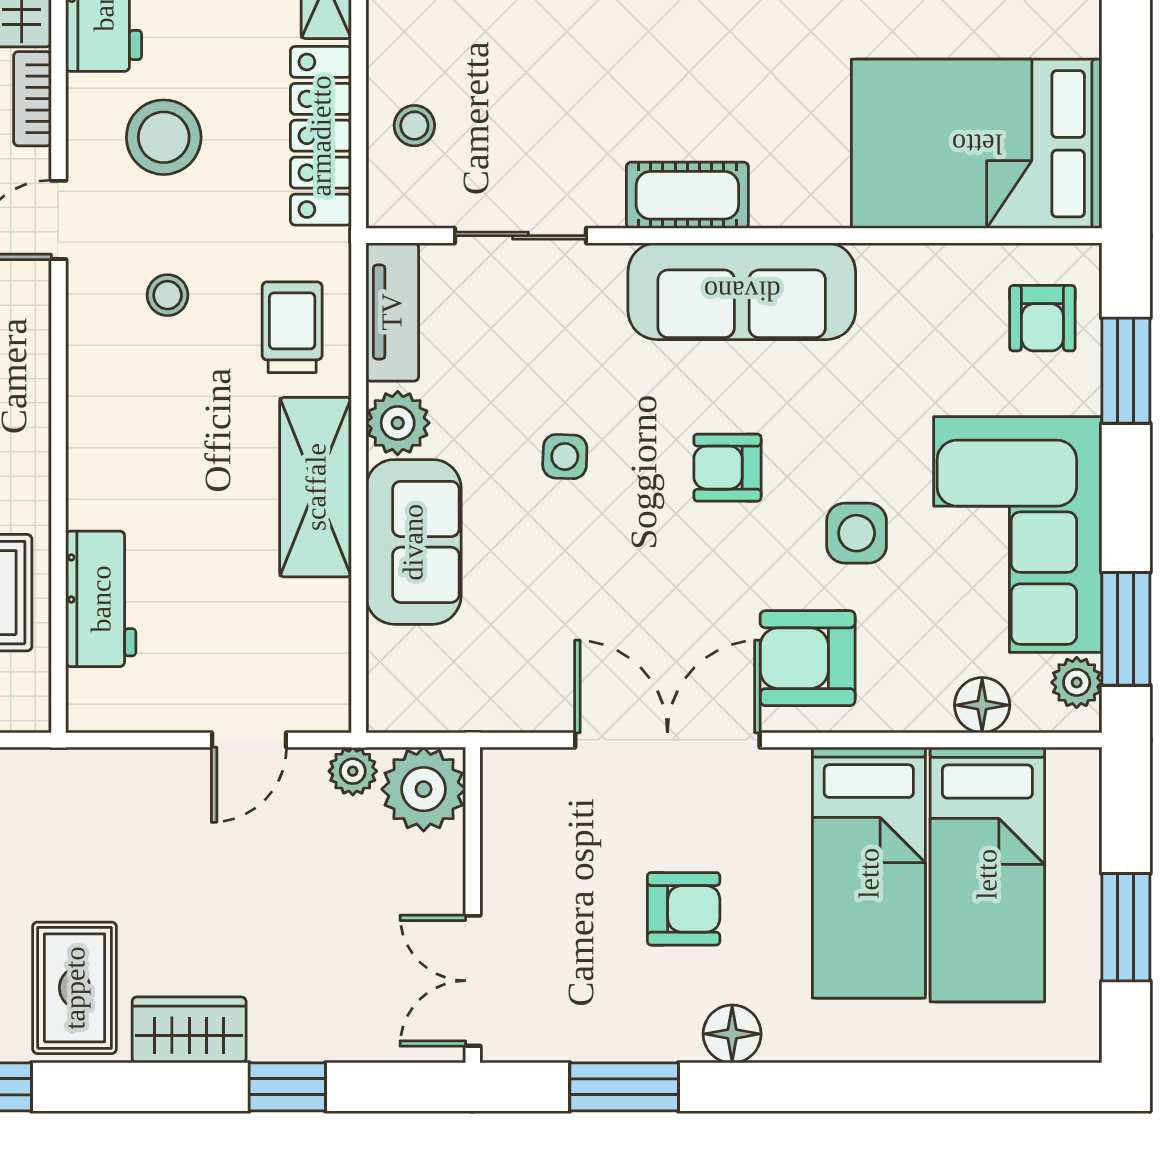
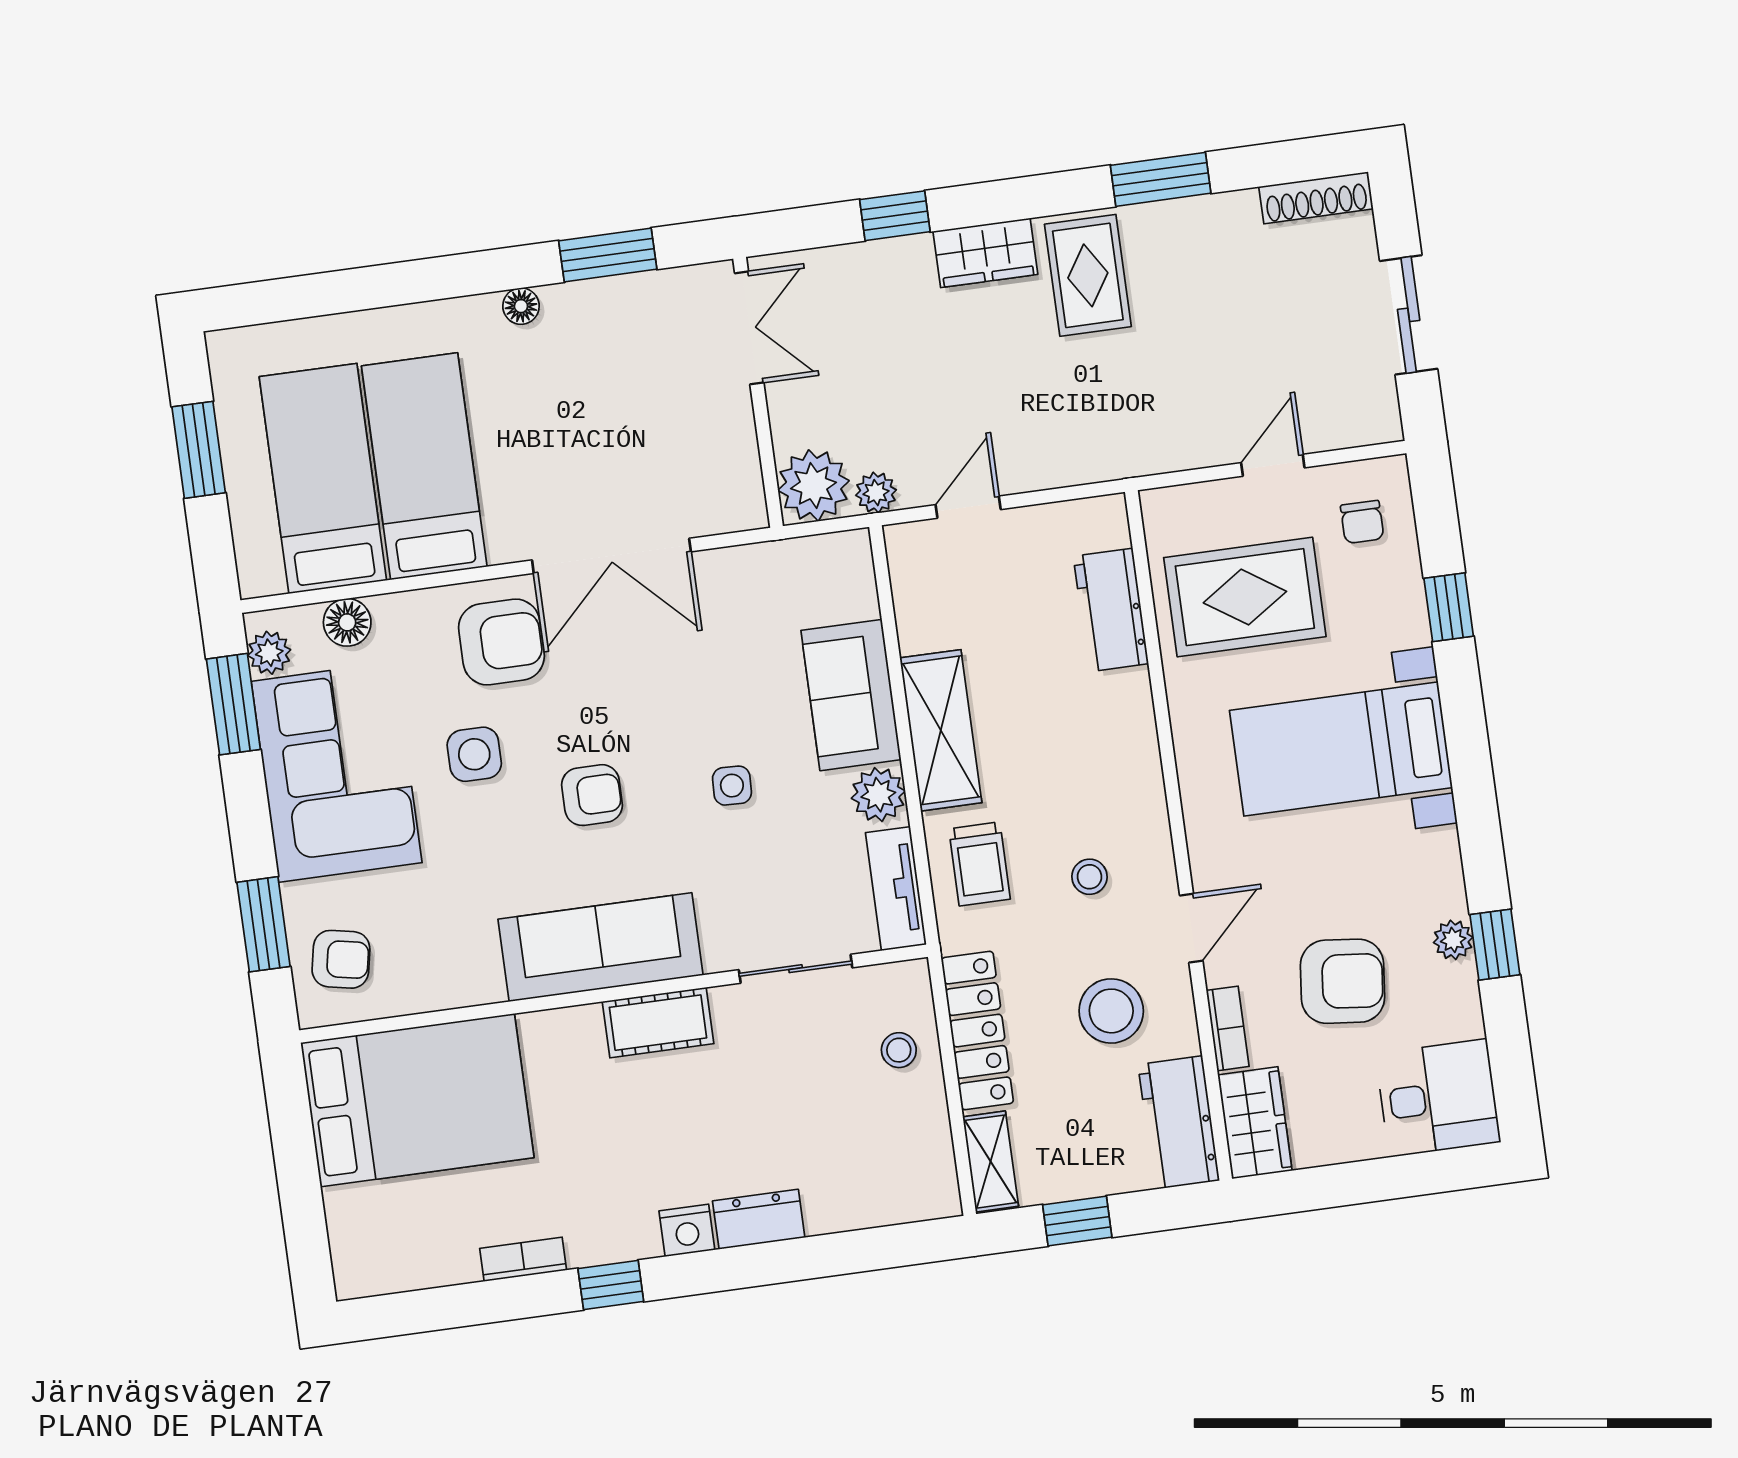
armchair: (1042, 318) -> (341, 959), turned 101
armchair: (684, 909) -> (578, 414), removed
floor lamp: (732, 1034) -> (521, 306), width x0.73, depth x0.73

